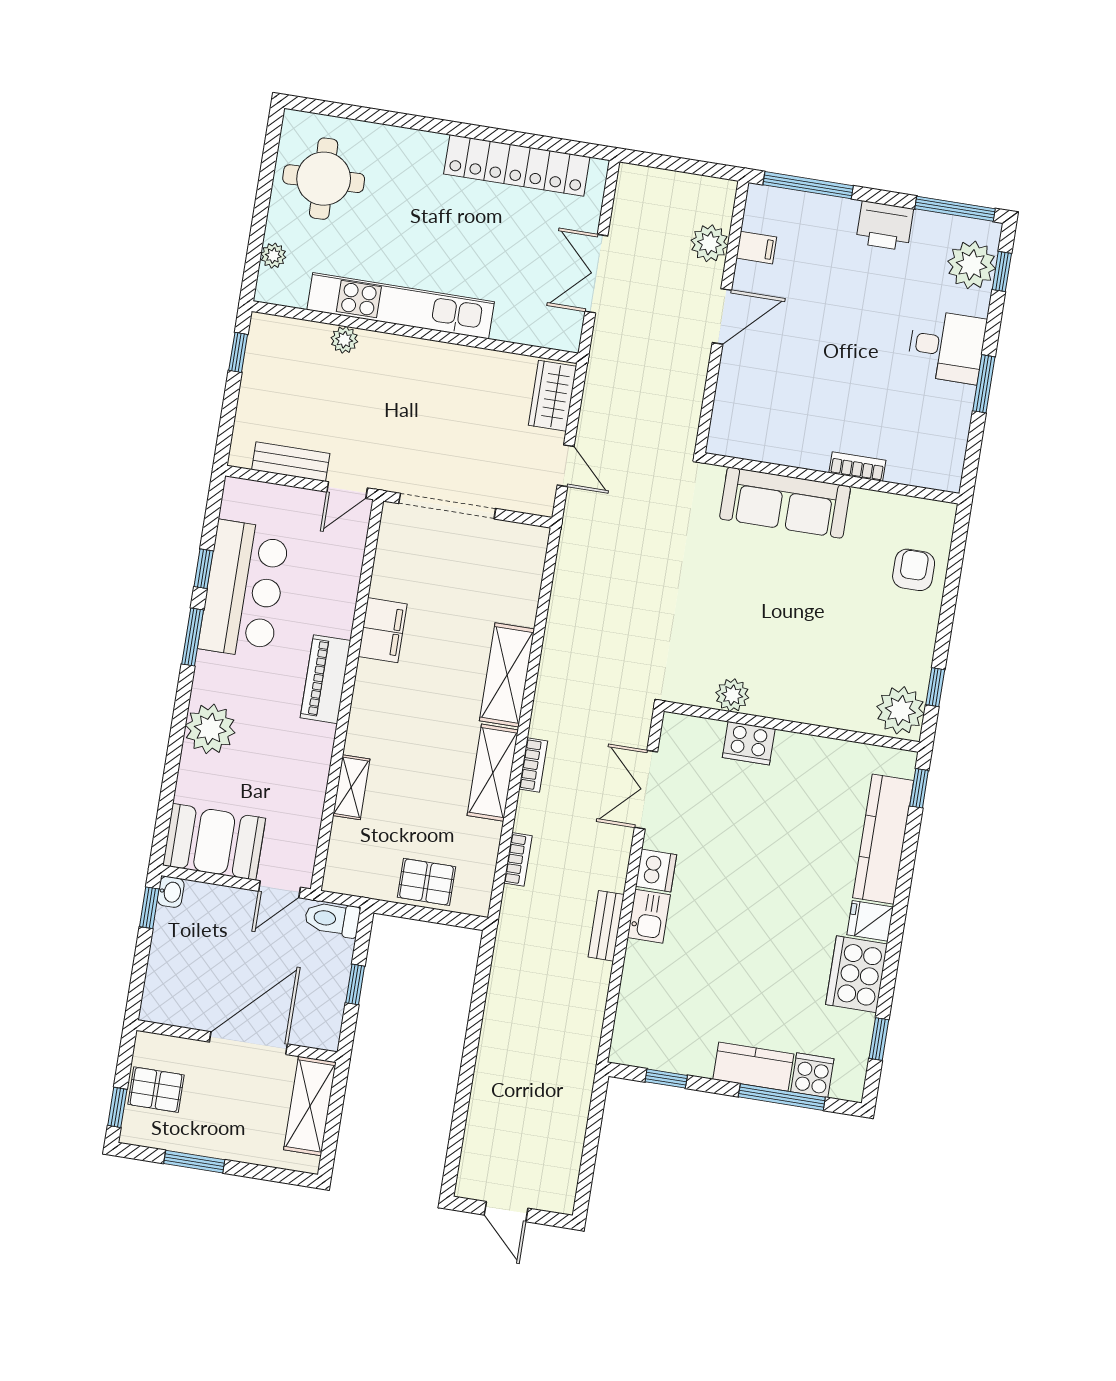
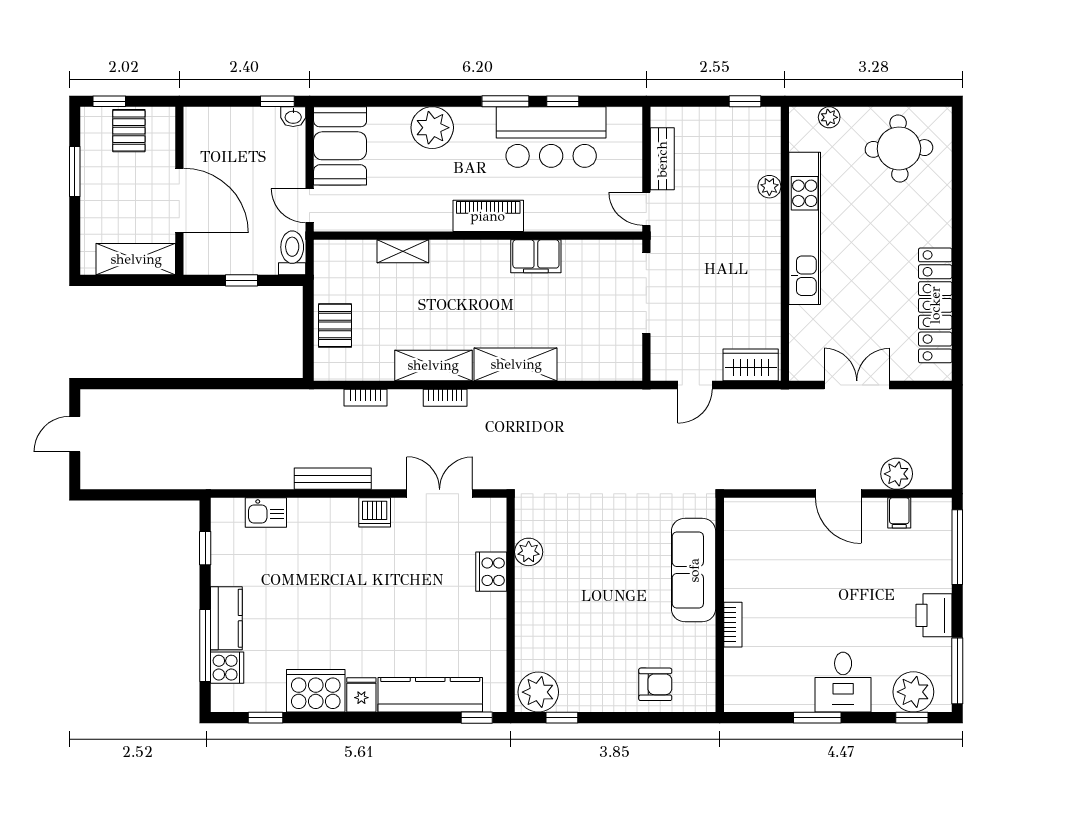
kitchen sink: (649, 916) -> (266, 512), moved
bench: (606, 926) -> (333, 479), width x1.36

